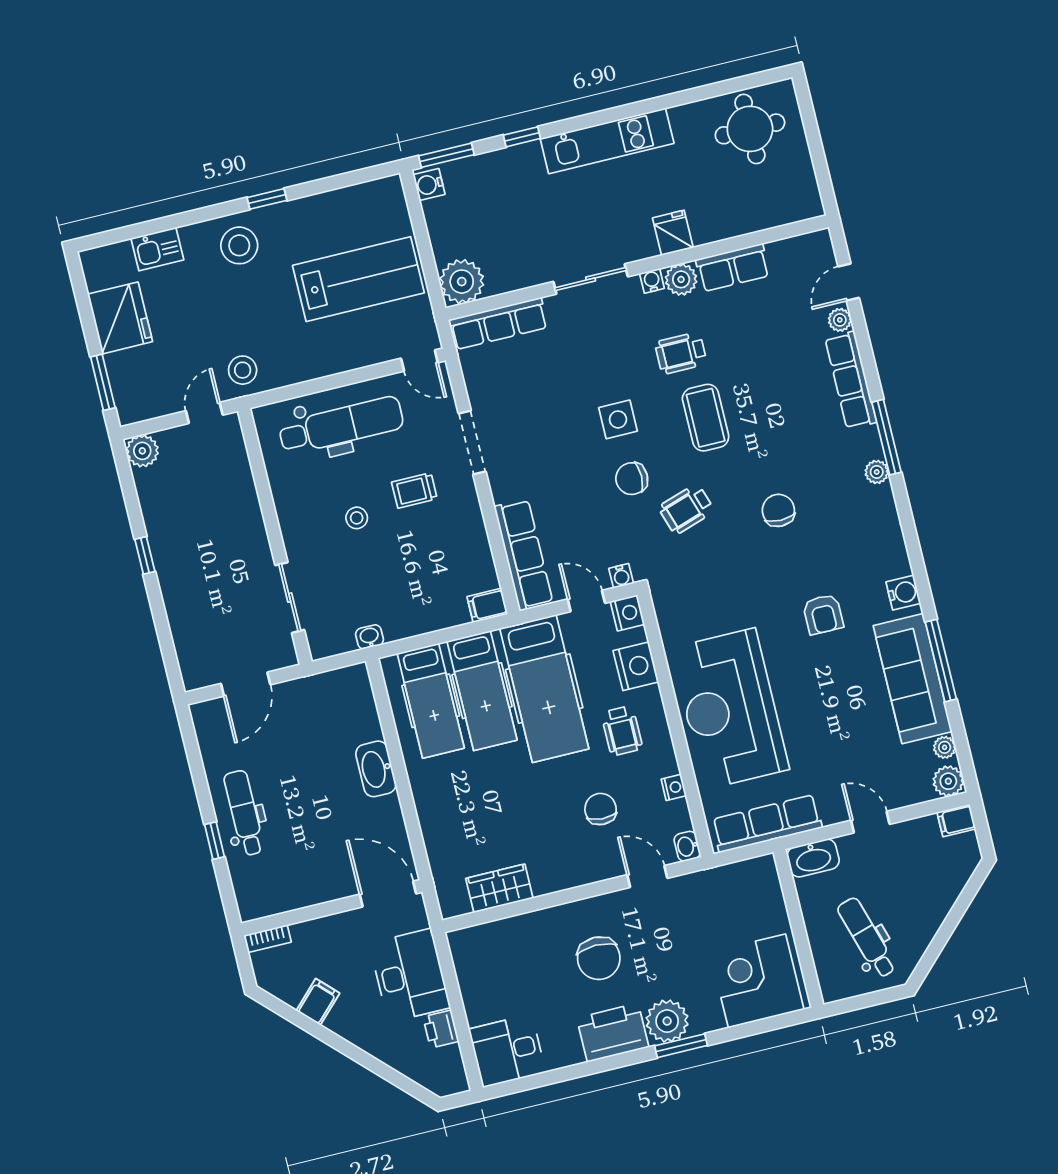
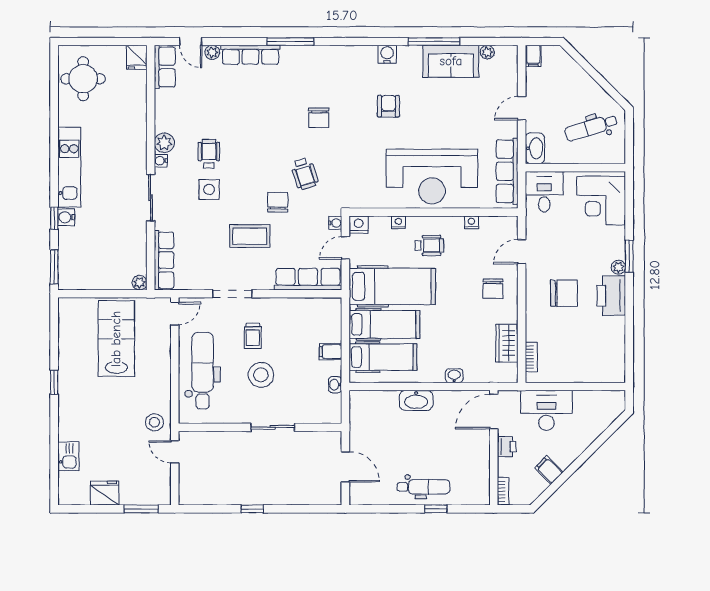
water cooler: (429, 184) -> (66, 217), moved, turned 90
fridge: (673, 233) -> (137, 57), moved, turned -90
stool: (239, 245) -> (78, 406), removed
row of seats: (733, 268) -> (165, 67), moved
plant: (462, 282) -> (140, 283), width x0.53, depth x0.53
fridge: (120, 318) -> (105, 493), width x0.73, depth x0.75
wheelchair: (681, 353) -> (209, 154), turned 180
coffee table: (706, 418) -> (250, 236), moved
side table: (618, 419) -> (209, 190), moved
plant: (142, 451) -> (189, 495), removed
plant: (877, 472) -> (310, 53), removed
chair: (632, 479) -> (278, 202), turned 180
chair: (778, 510) -> (319, 118), turned -90
stool: (357, 518) -> (261, 375), width x1.89, depth x1.89
sliding door: (290, 598) -> (273, 427), moved
filing cabinet: (487, 605) -> (331, 352), moved, turned 90
armchair: (823, 614) -> (388, 106), turned -90
nightstand: (636, 666) -> (398, 222), width x0.53, depth x0.56
sofa: (913, 679) -> (451, 61), width x0.73
plant: (948, 781) -> (508, 55), removed
chair: (601, 809) -> (493, 289), moved, turned -93
dental chair: (244, 813) -> (423, 487), turned 180
washbasin: (687, 846) -> (454, 376), moved, turned 180
bookcase: (487, 932) -> (531, 357), added
plant: (667, 1021) -> (618, 267), width x0.53, depth x0.53
printer: (441, 1029) -> (507, 447), moved, turned -90
desk: (507, 1051) -> (544, 192), moved, turned 180

